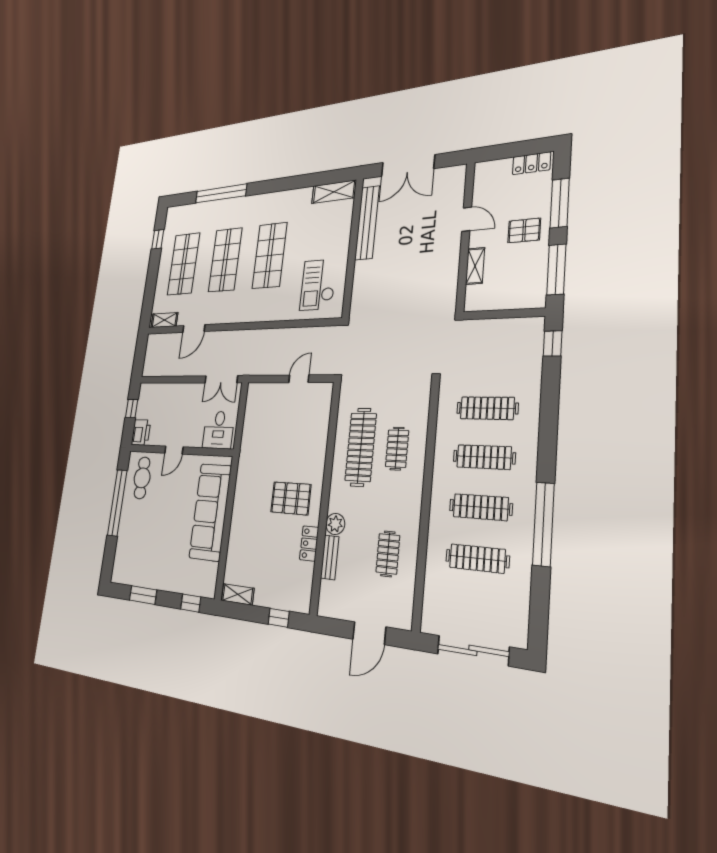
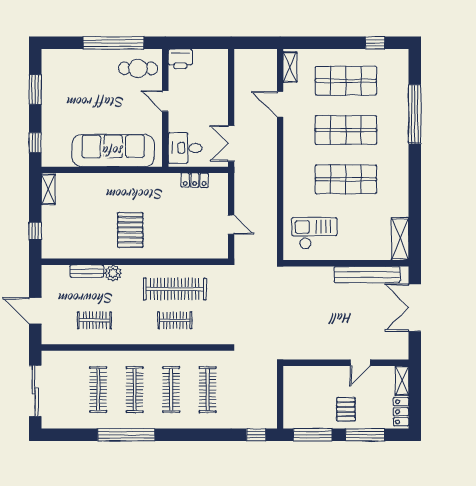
shelving: (475, 266) -> (402, 381), moved, turned 90
window: (132, 409) -> (203, 43), removed
locker: (309, 544) -> (195, 180), moved, turned 180

